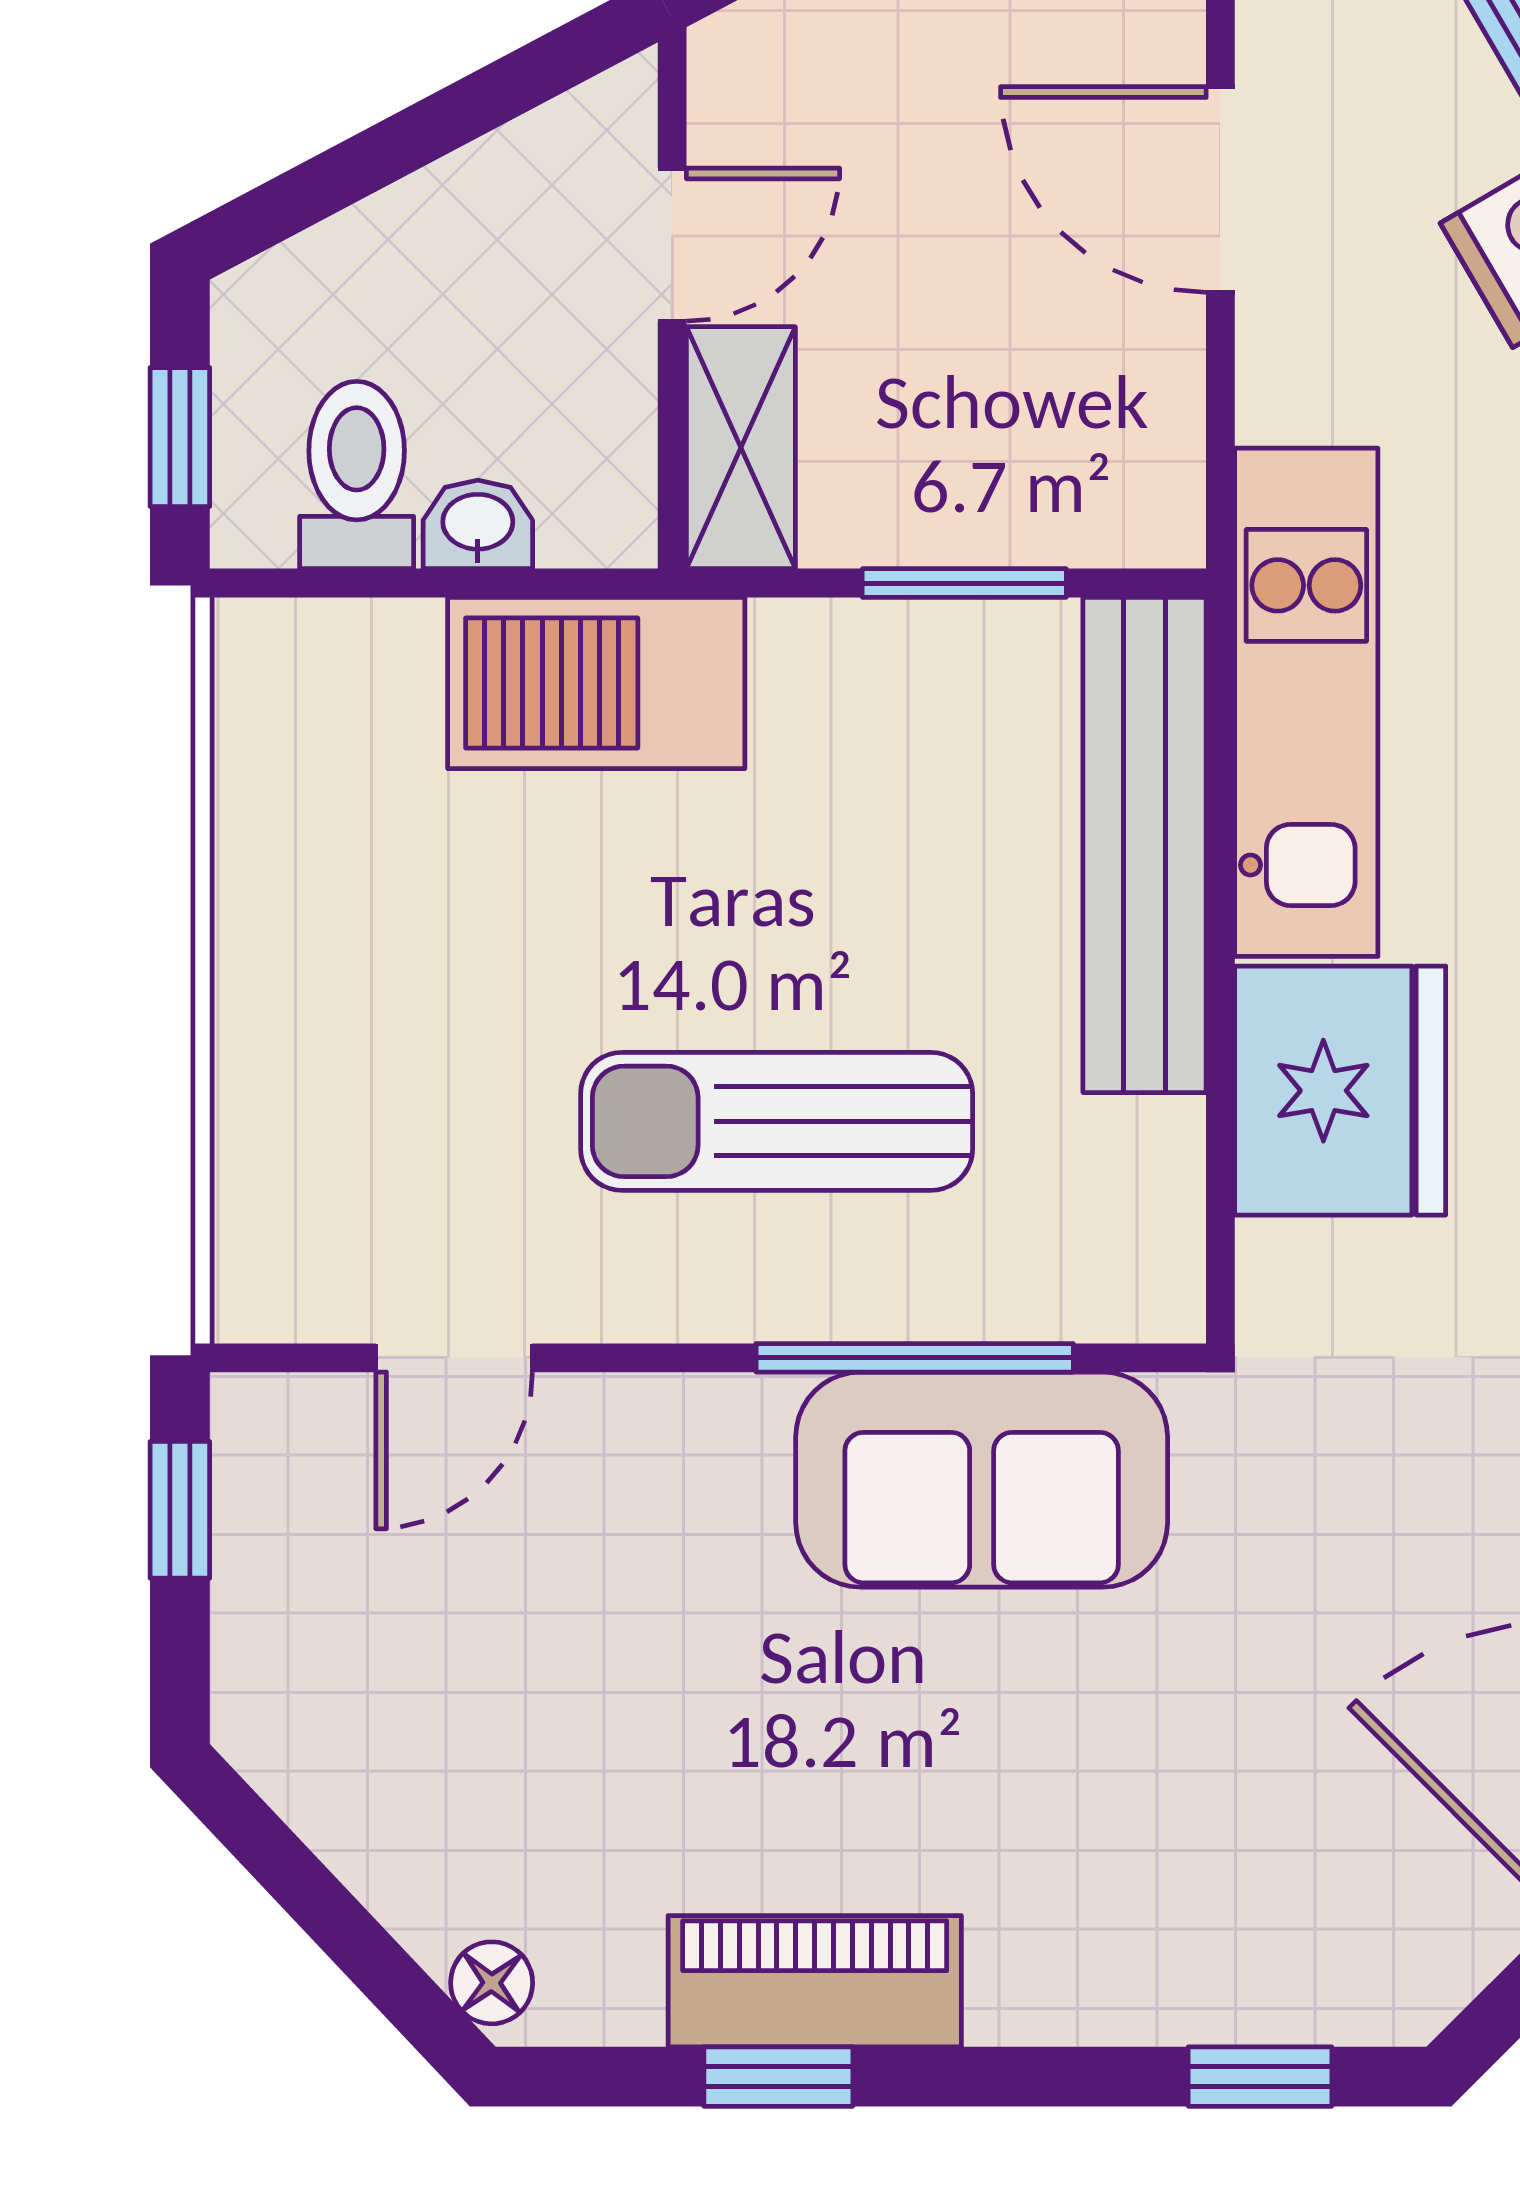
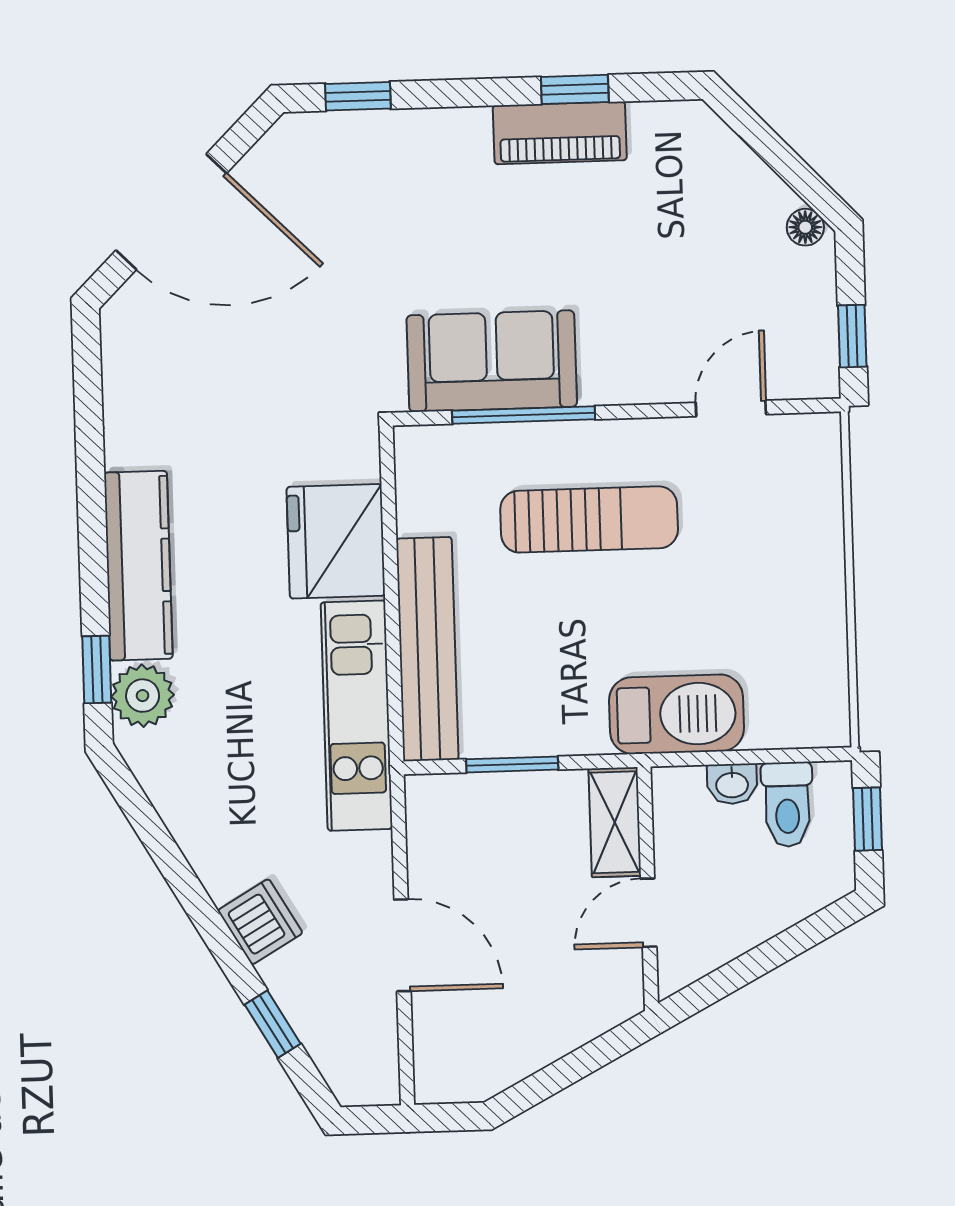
floor lamp: (492, 1983) -> (805, 227), moved

